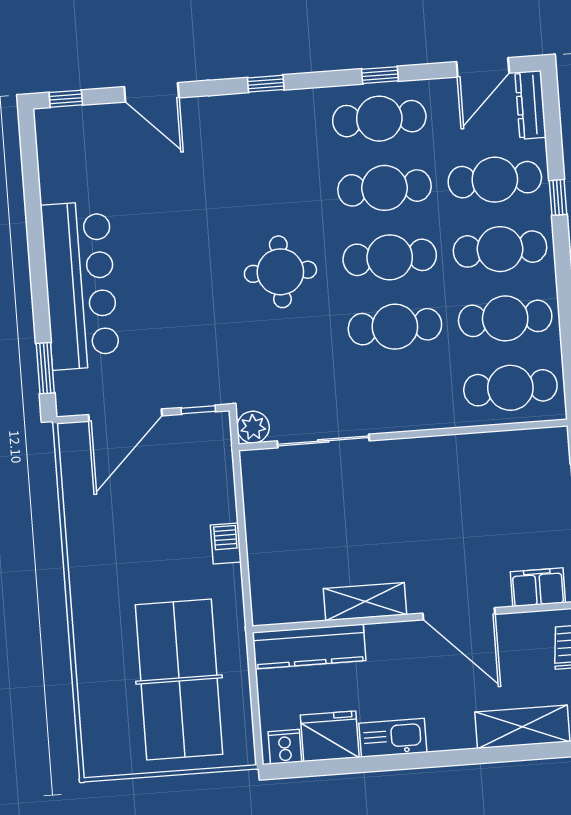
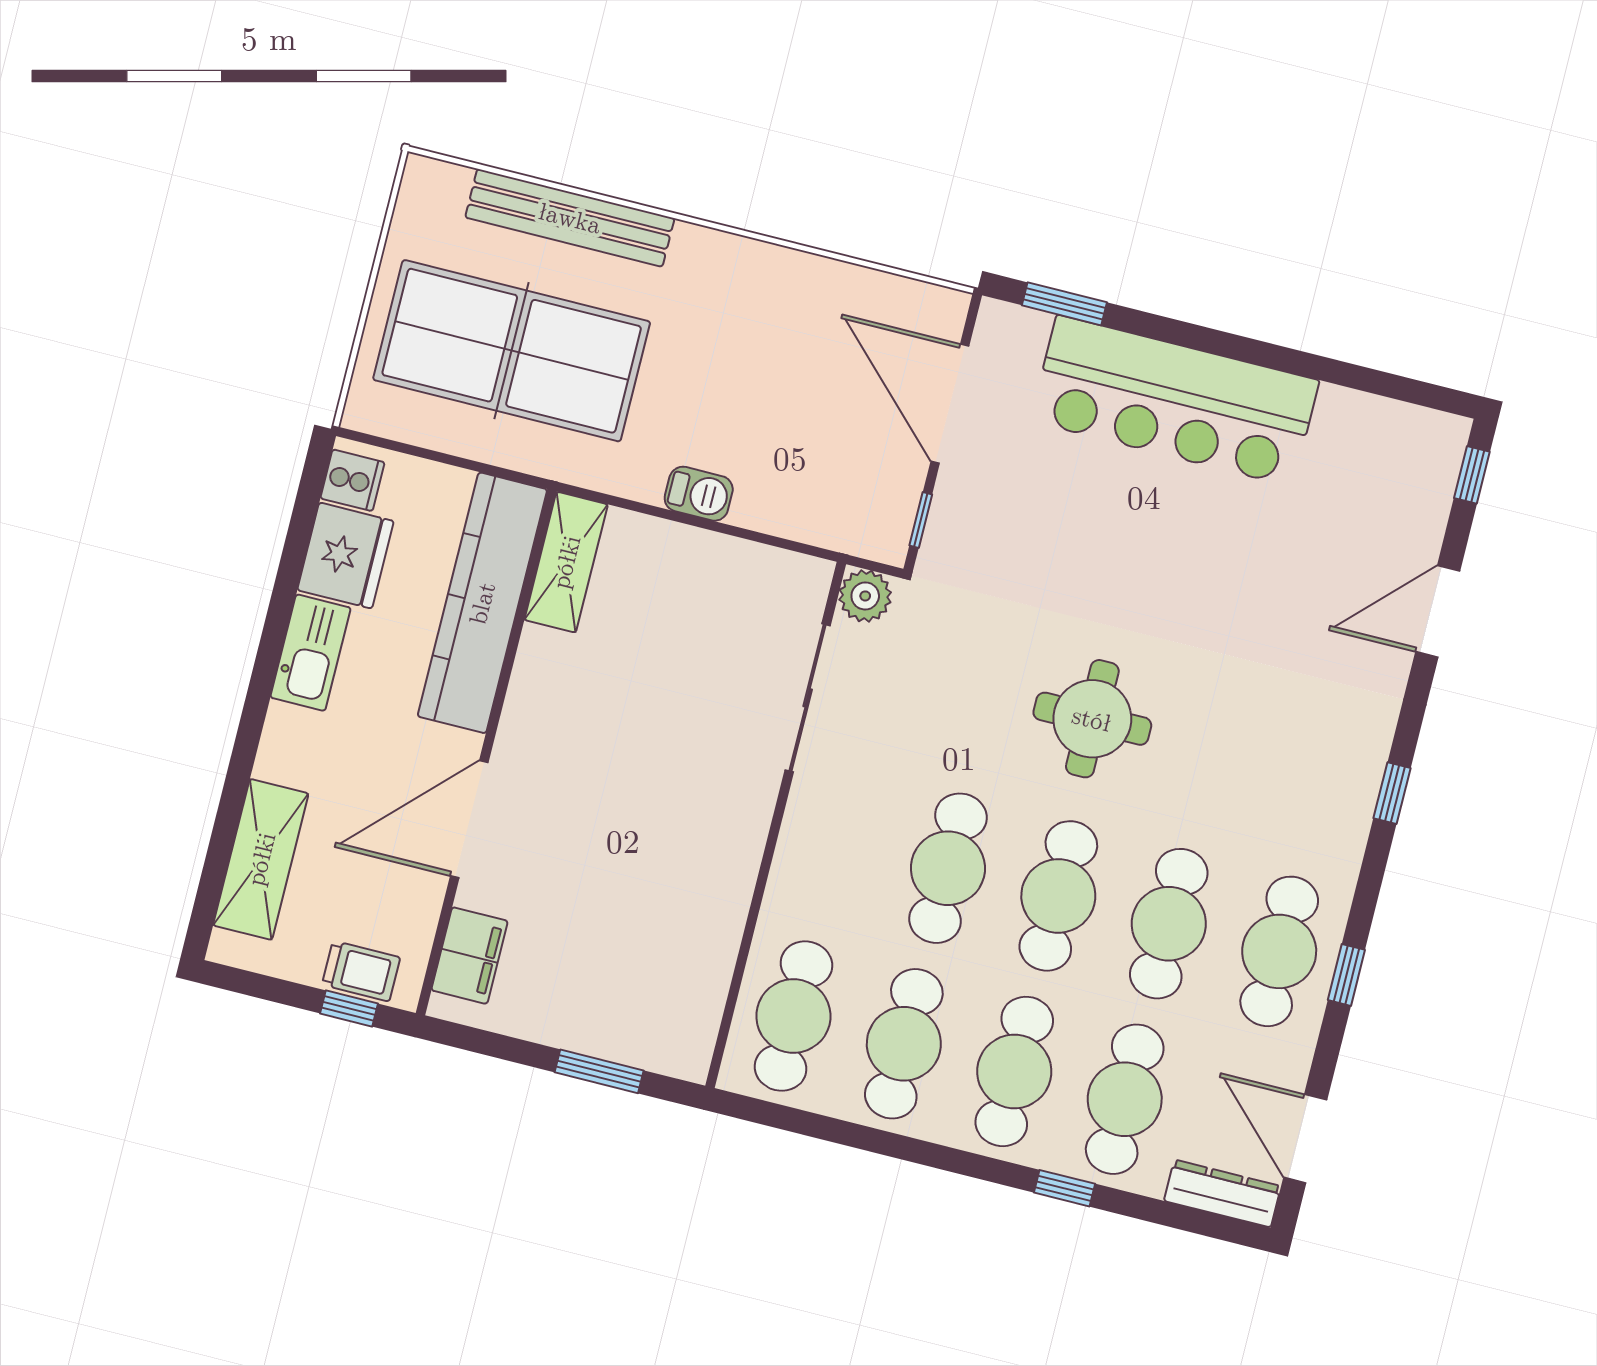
shelving: (365, 602) -> (566, 562), moved
kitchen counter: (309, 646) -> (482, 603), width x1.39, depth x1.17
bench: (91, 671) -> (570, 218), added

